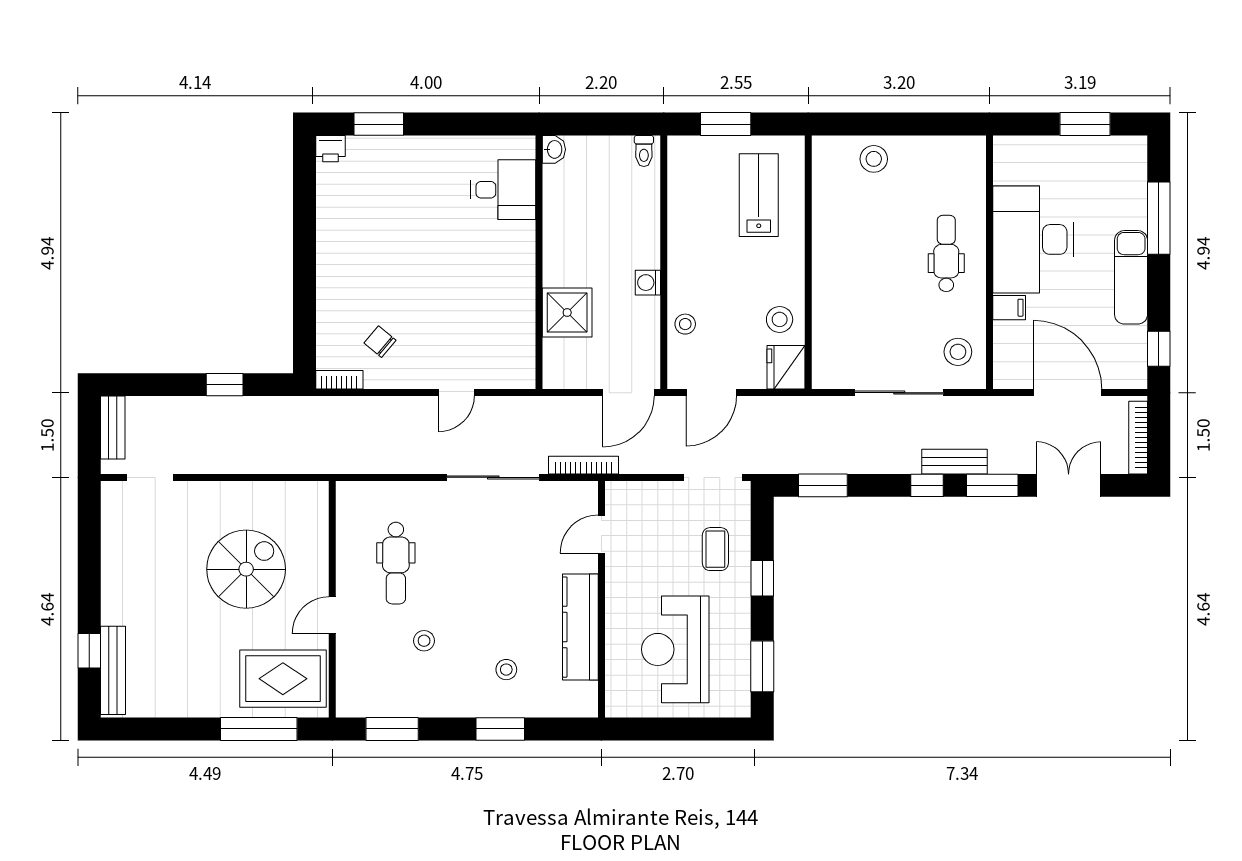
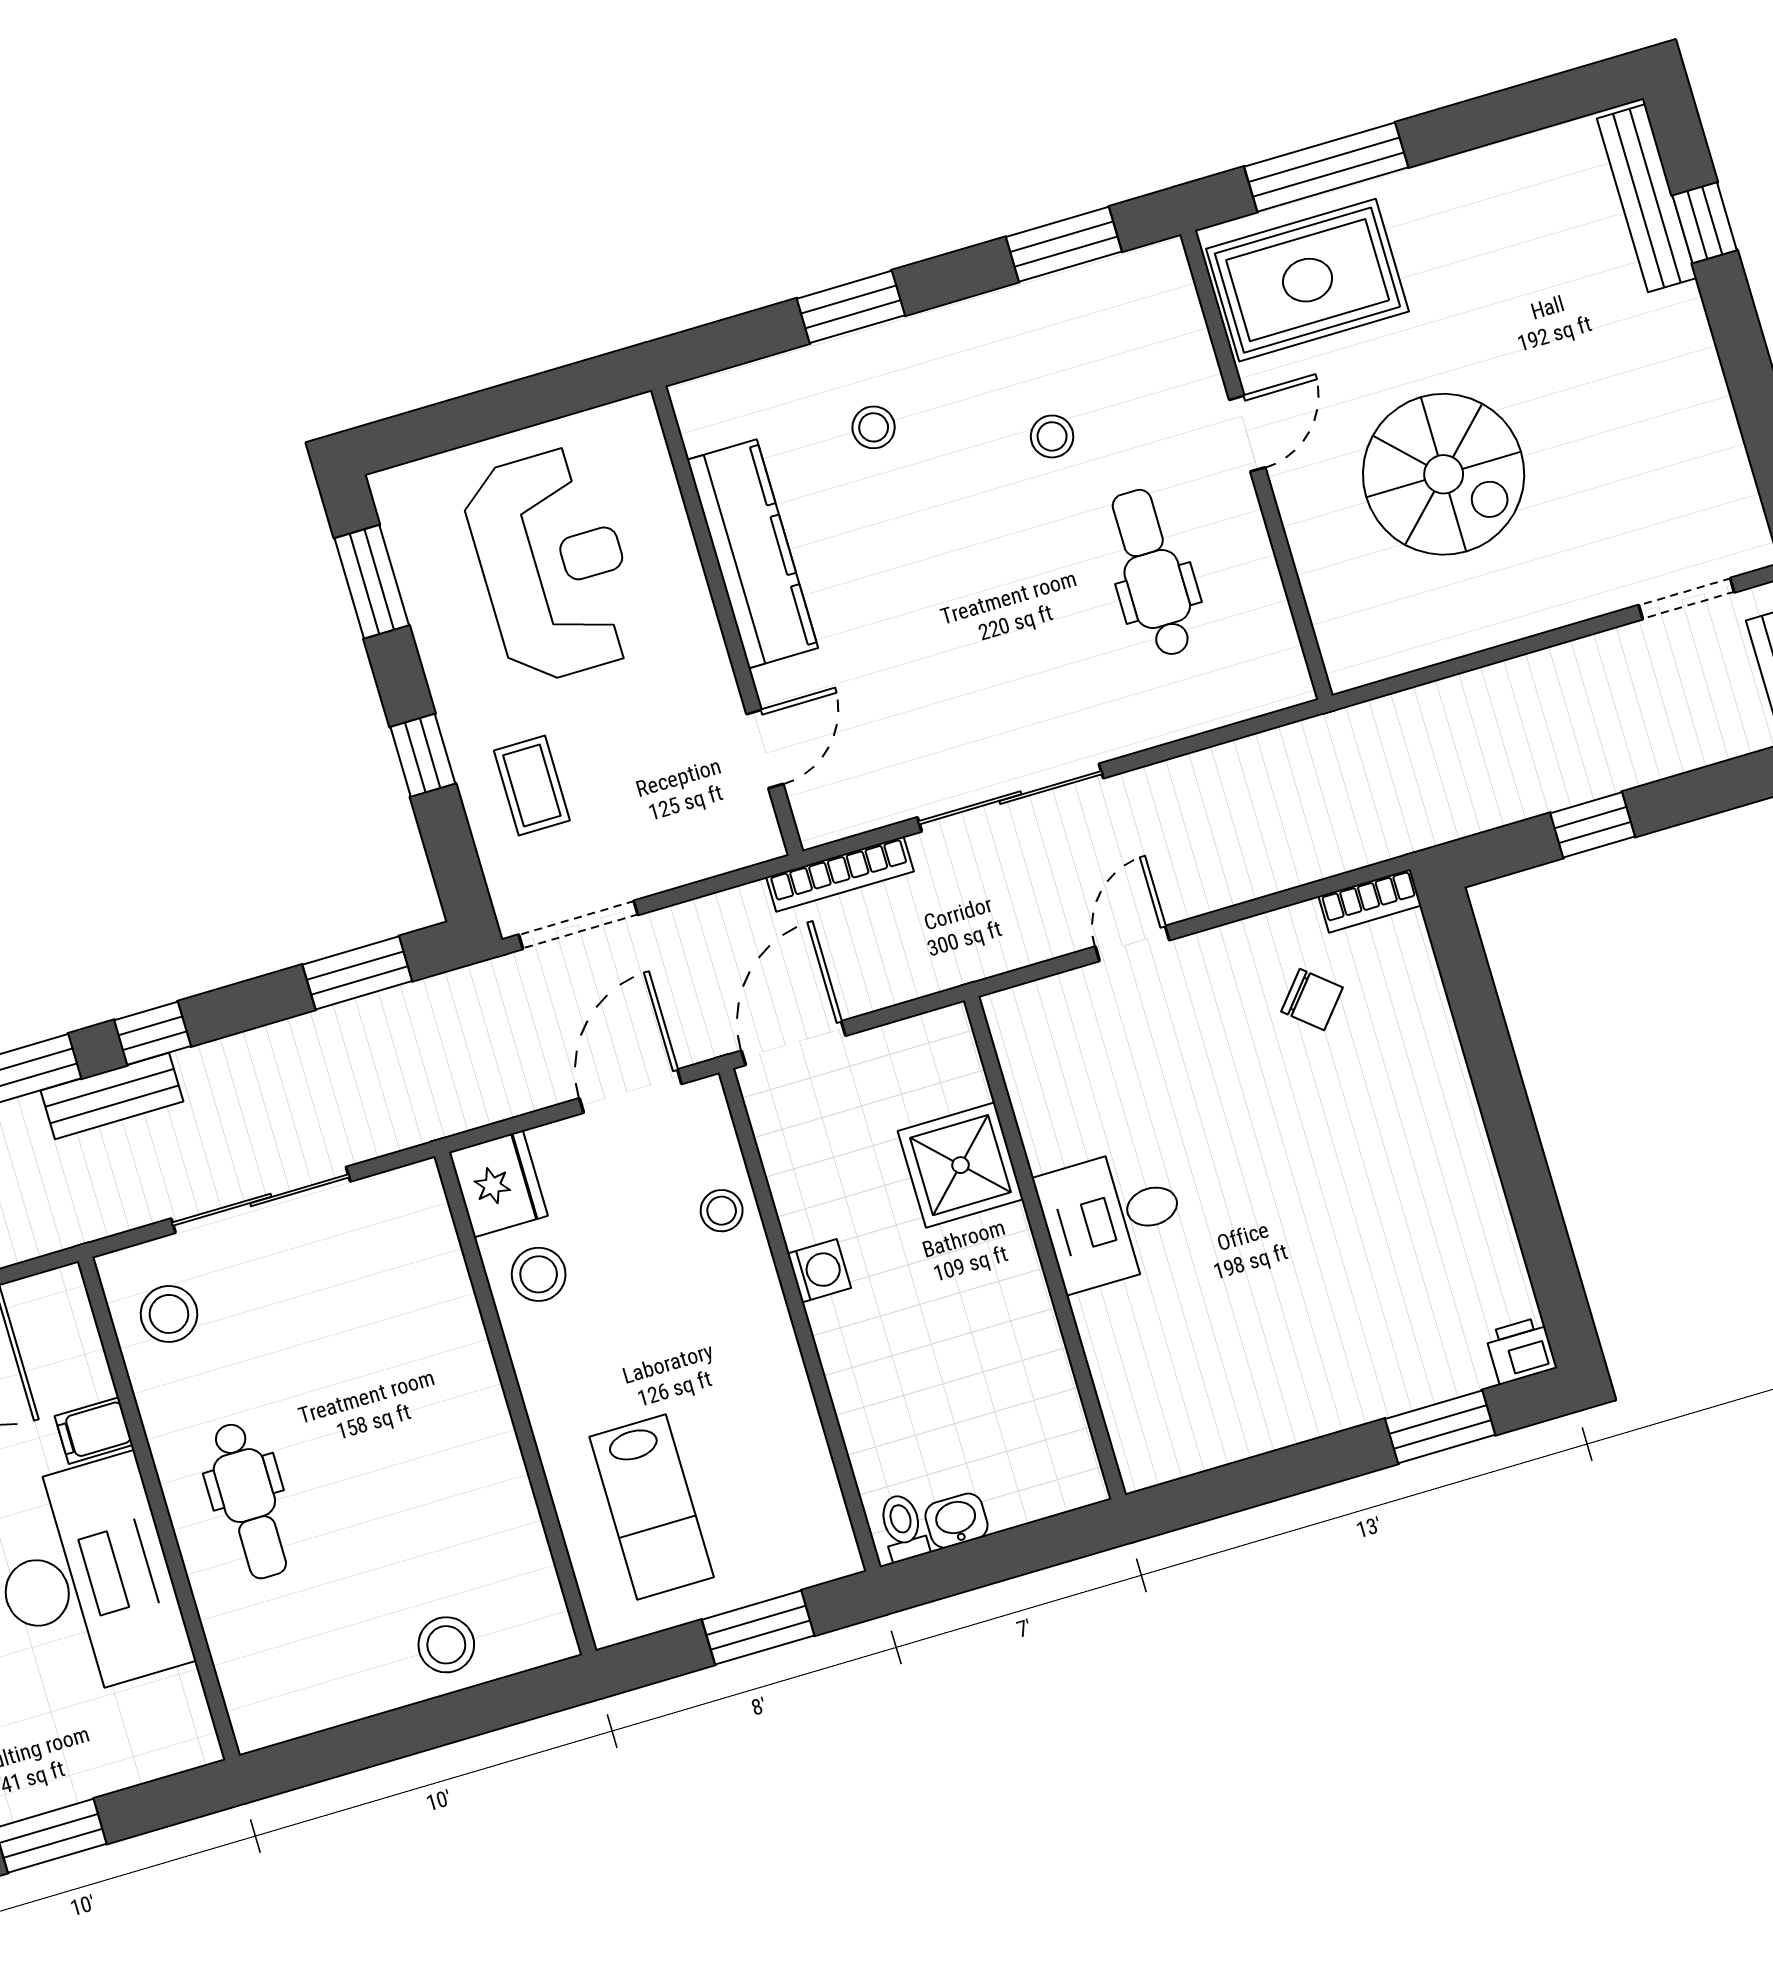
washbasin: (554, 149) -> (957, 1521), moved, turned 90
desk: (503, 190) -> (1113, 1218), moved
spiral stairs: (246, 569) -> (1444, 474), turned -90

